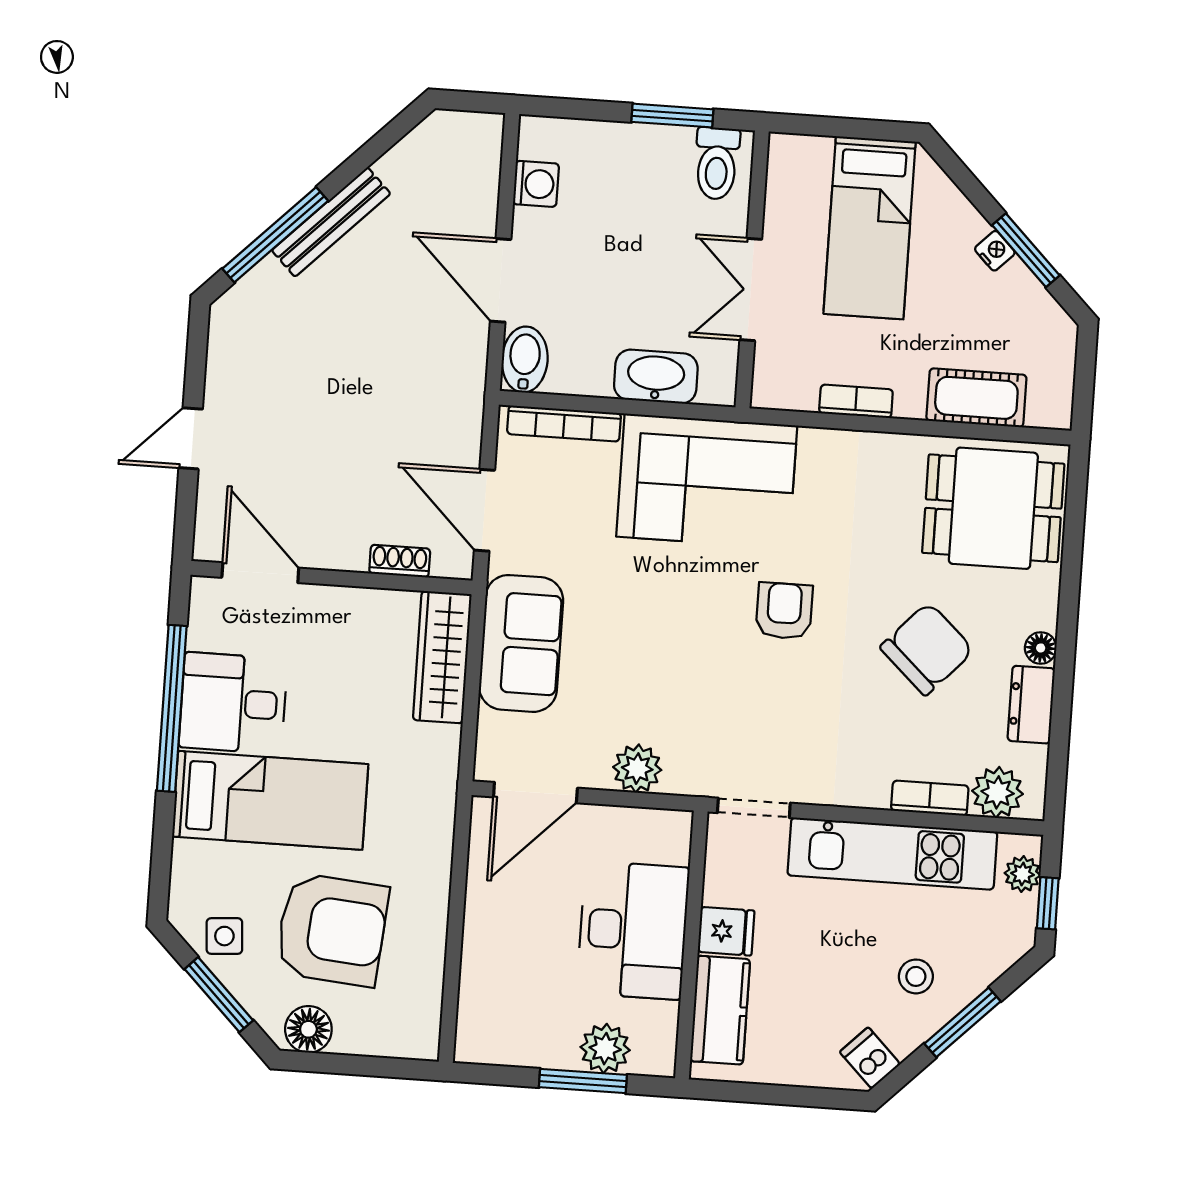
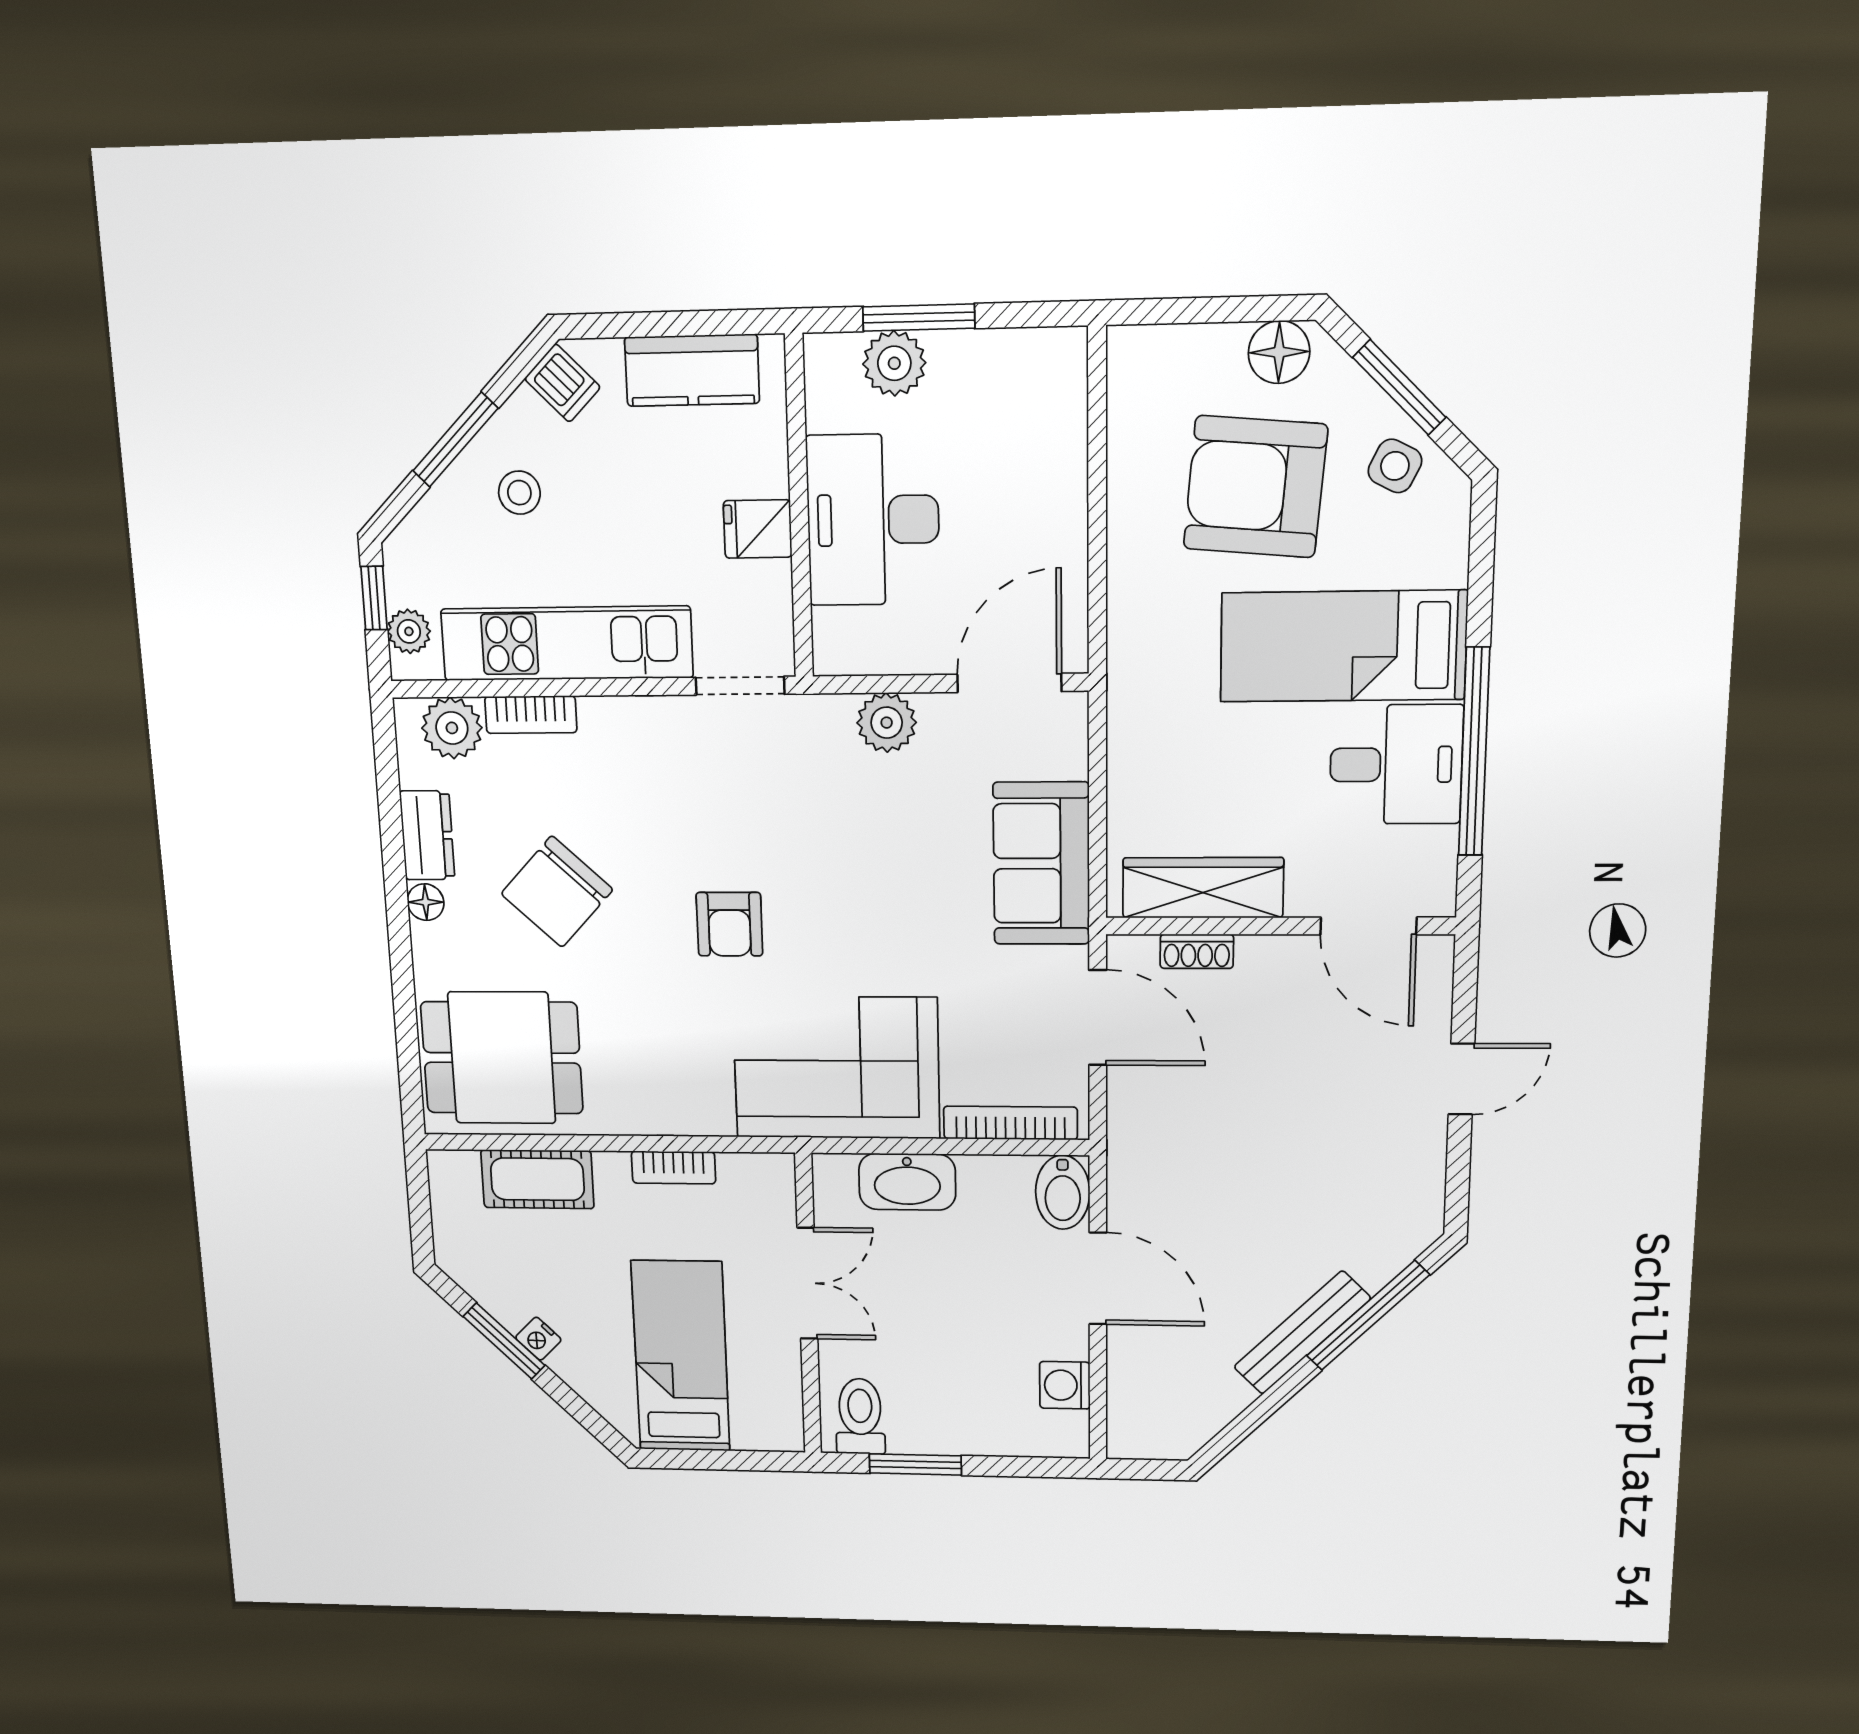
wardrobe: (442, 657) -> (1203, 888), moved, turned -90
side table: (224, 936) -> (1395, 466), turned 31
kitchen counter: (720, 1010) -> (692, 370), moved, turned -90

